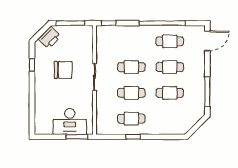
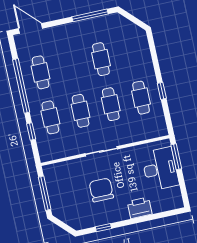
window: (109, 23) -> (31, 131), moved
printer: (49, 38) -> (140, 208), moved, turned -45
cafe table: (170, 67) -> (50, 117), moved

